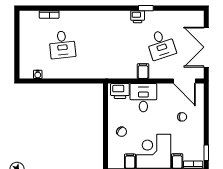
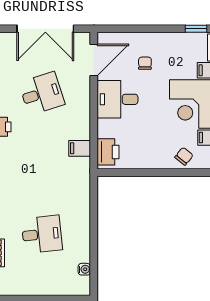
filing cabinet: (143, 71) -> (80, 148), moved
desk: (143, 98) -> (117, 99), moved
chair: (122, 132) -> (184, 156), moved

